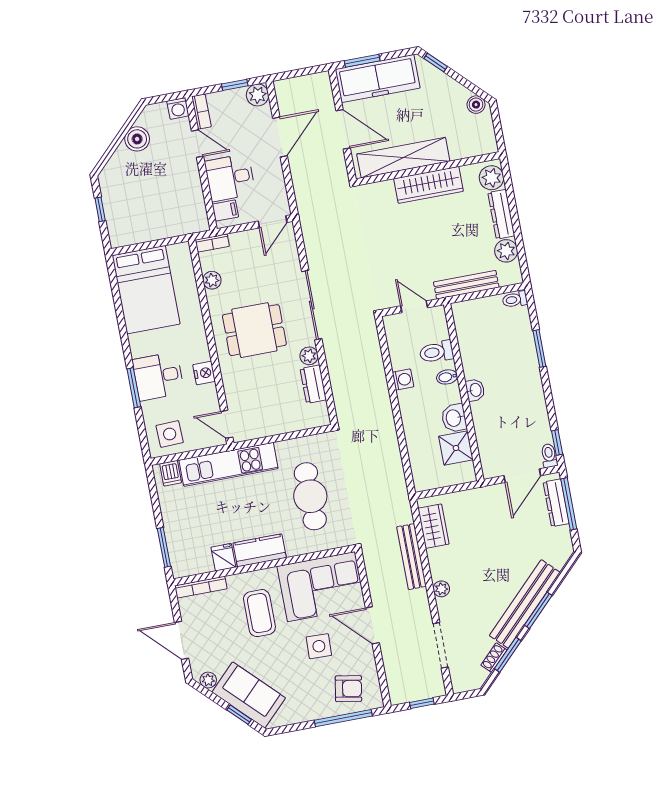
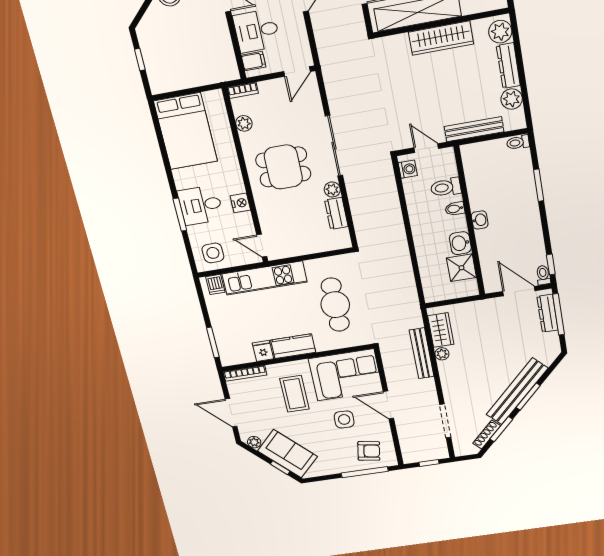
washing machine: (403, 380) -> (408, 169), moved
door: (522, 476) -> (519, 291), swing flipped
plant: (441, 589) -> (442, 354), moved
shoe rack: (494, 658) -> (487, 435), width x1.43

